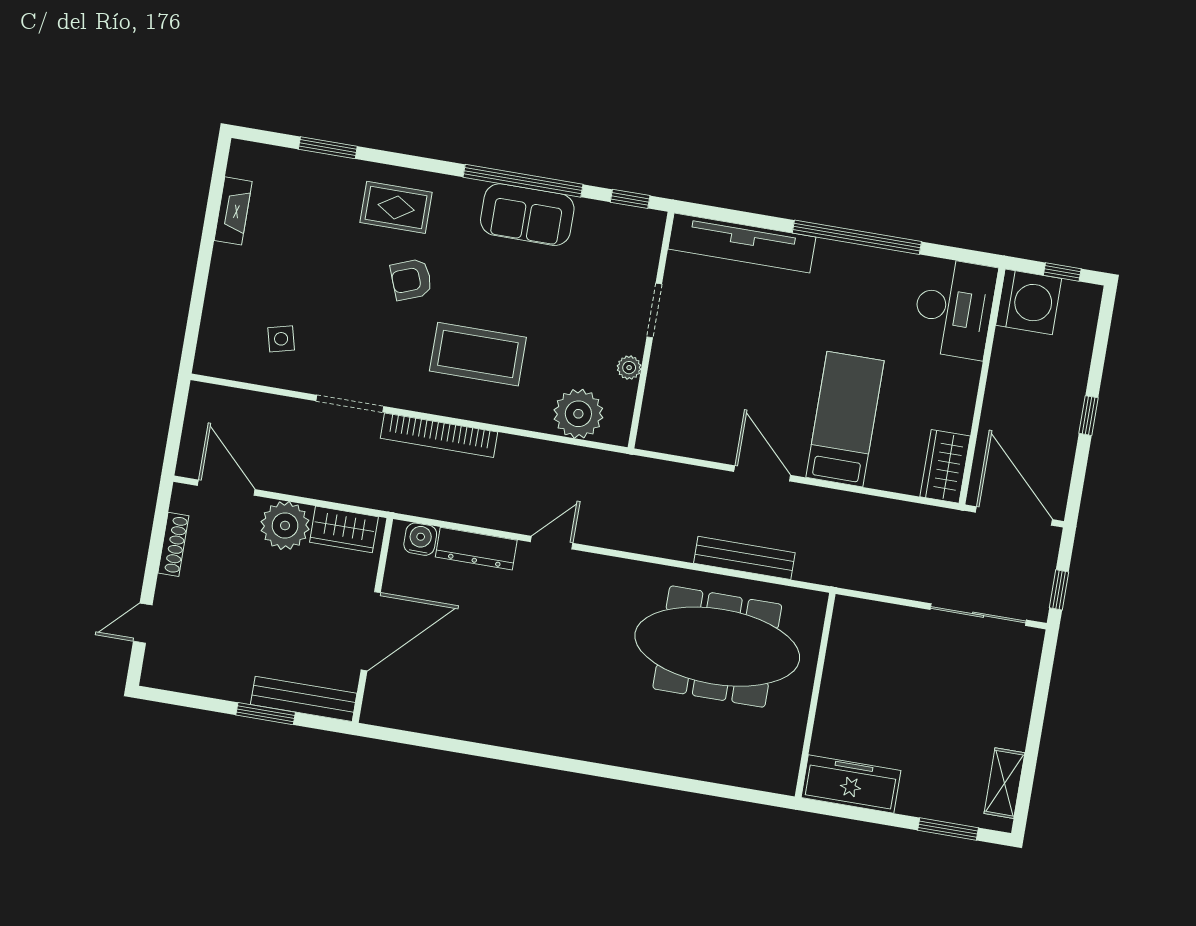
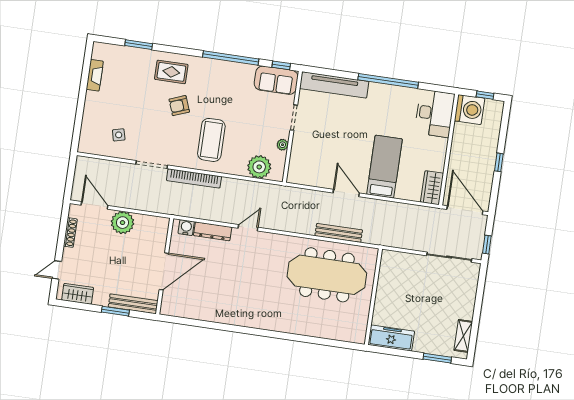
sofa: (527, 215) -> (276, 80), moved
coffee table: (478, 354) -> (211, 140), turned 90
wardrobe: (344, 529) -> (78, 294), moved, turned 180

